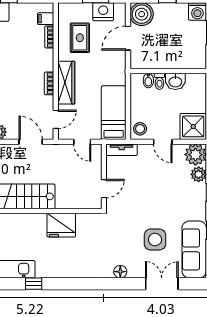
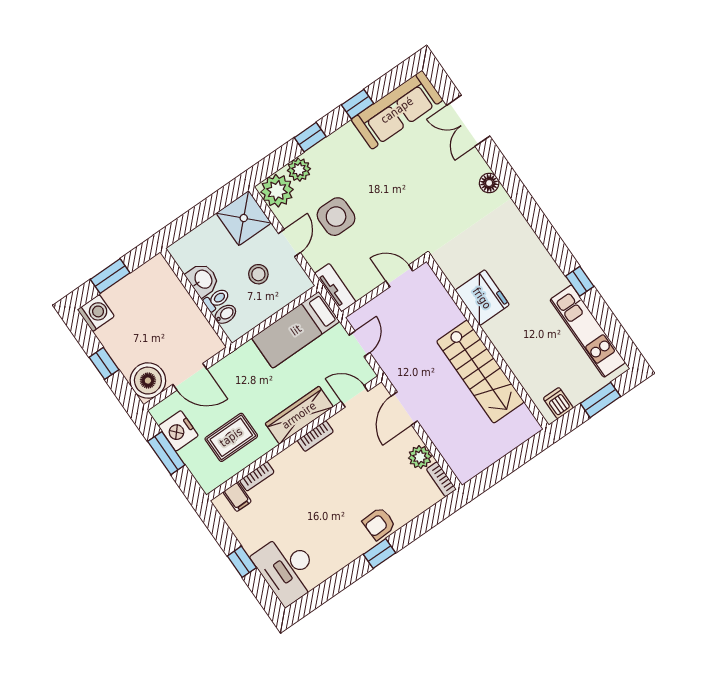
stool: (140, 129) -> (258, 274), moved
side table: (155, 240) -> (336, 217), moved

